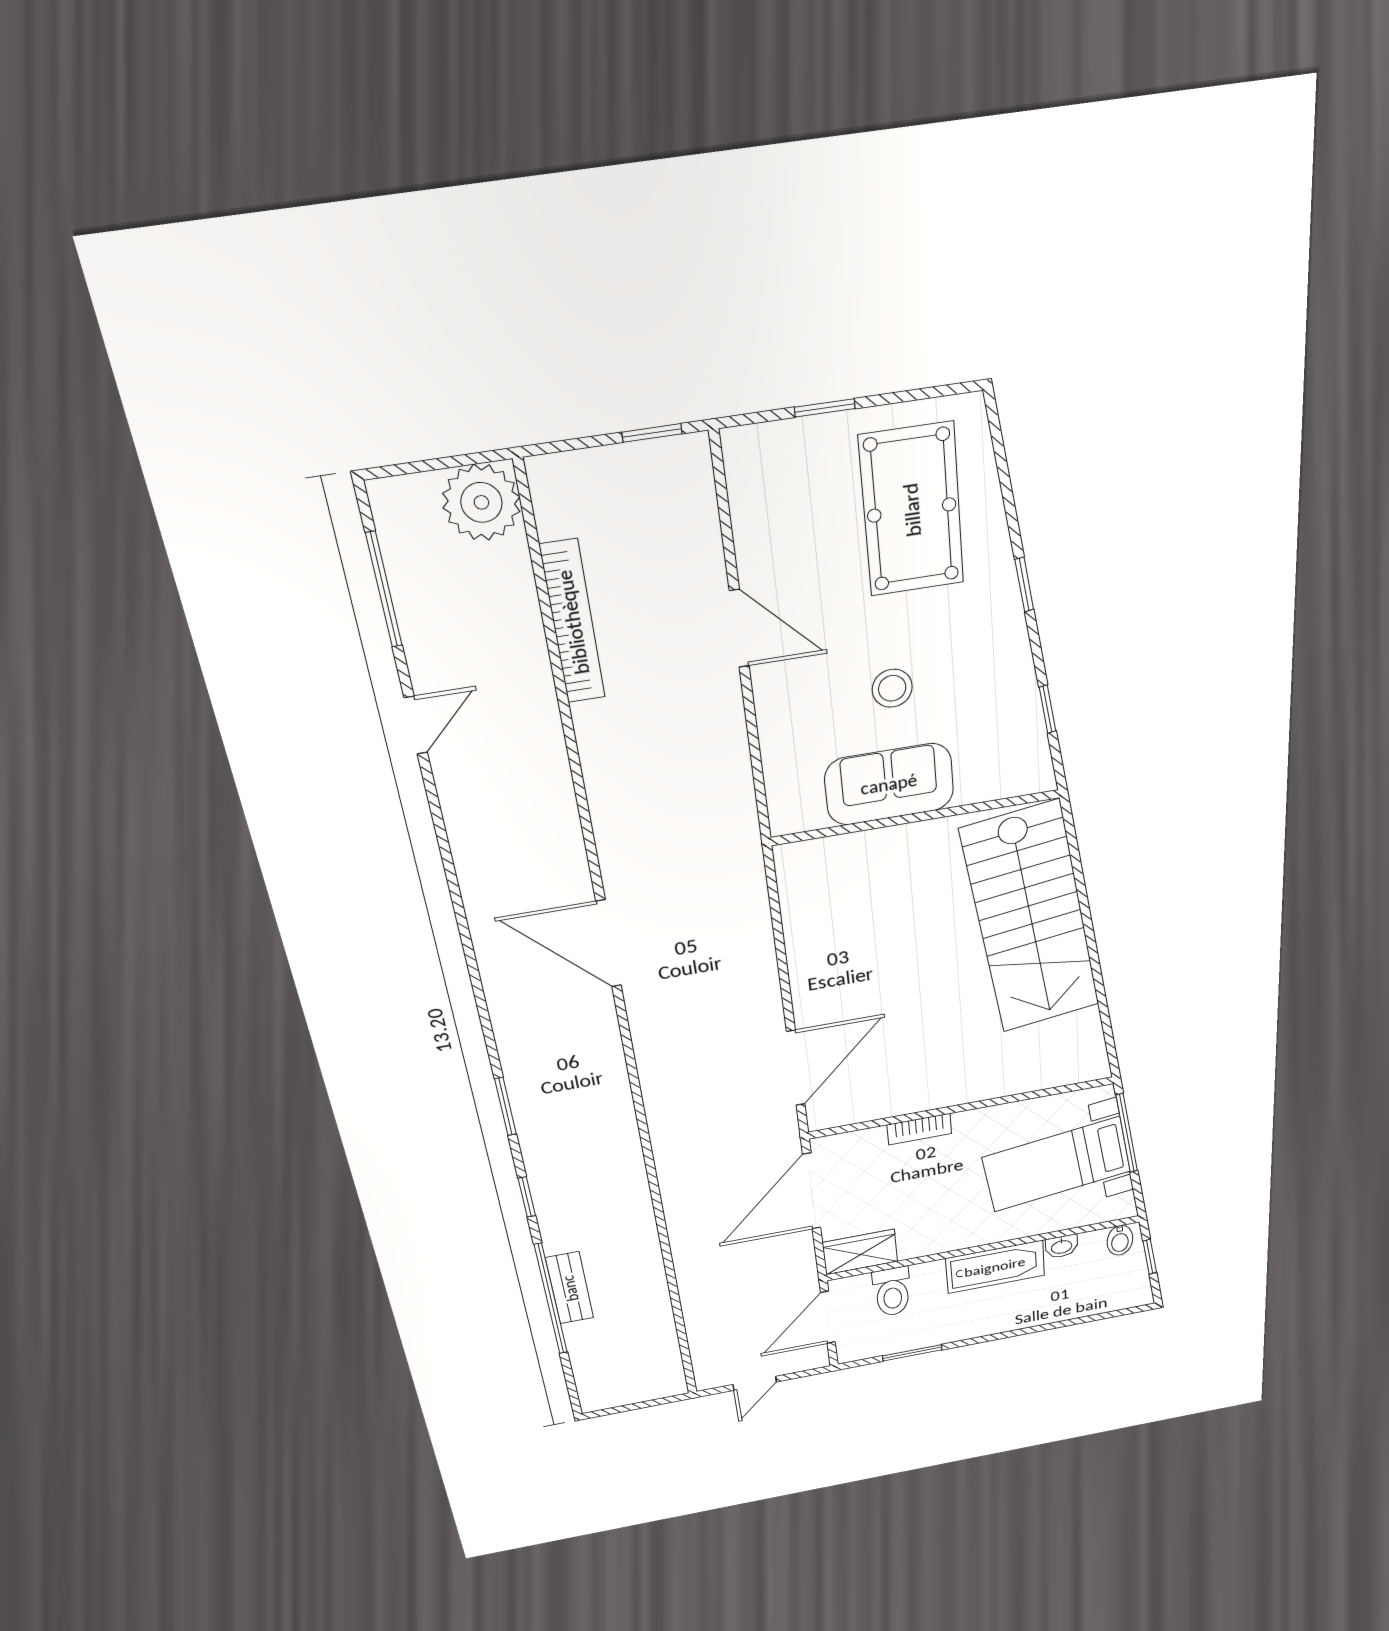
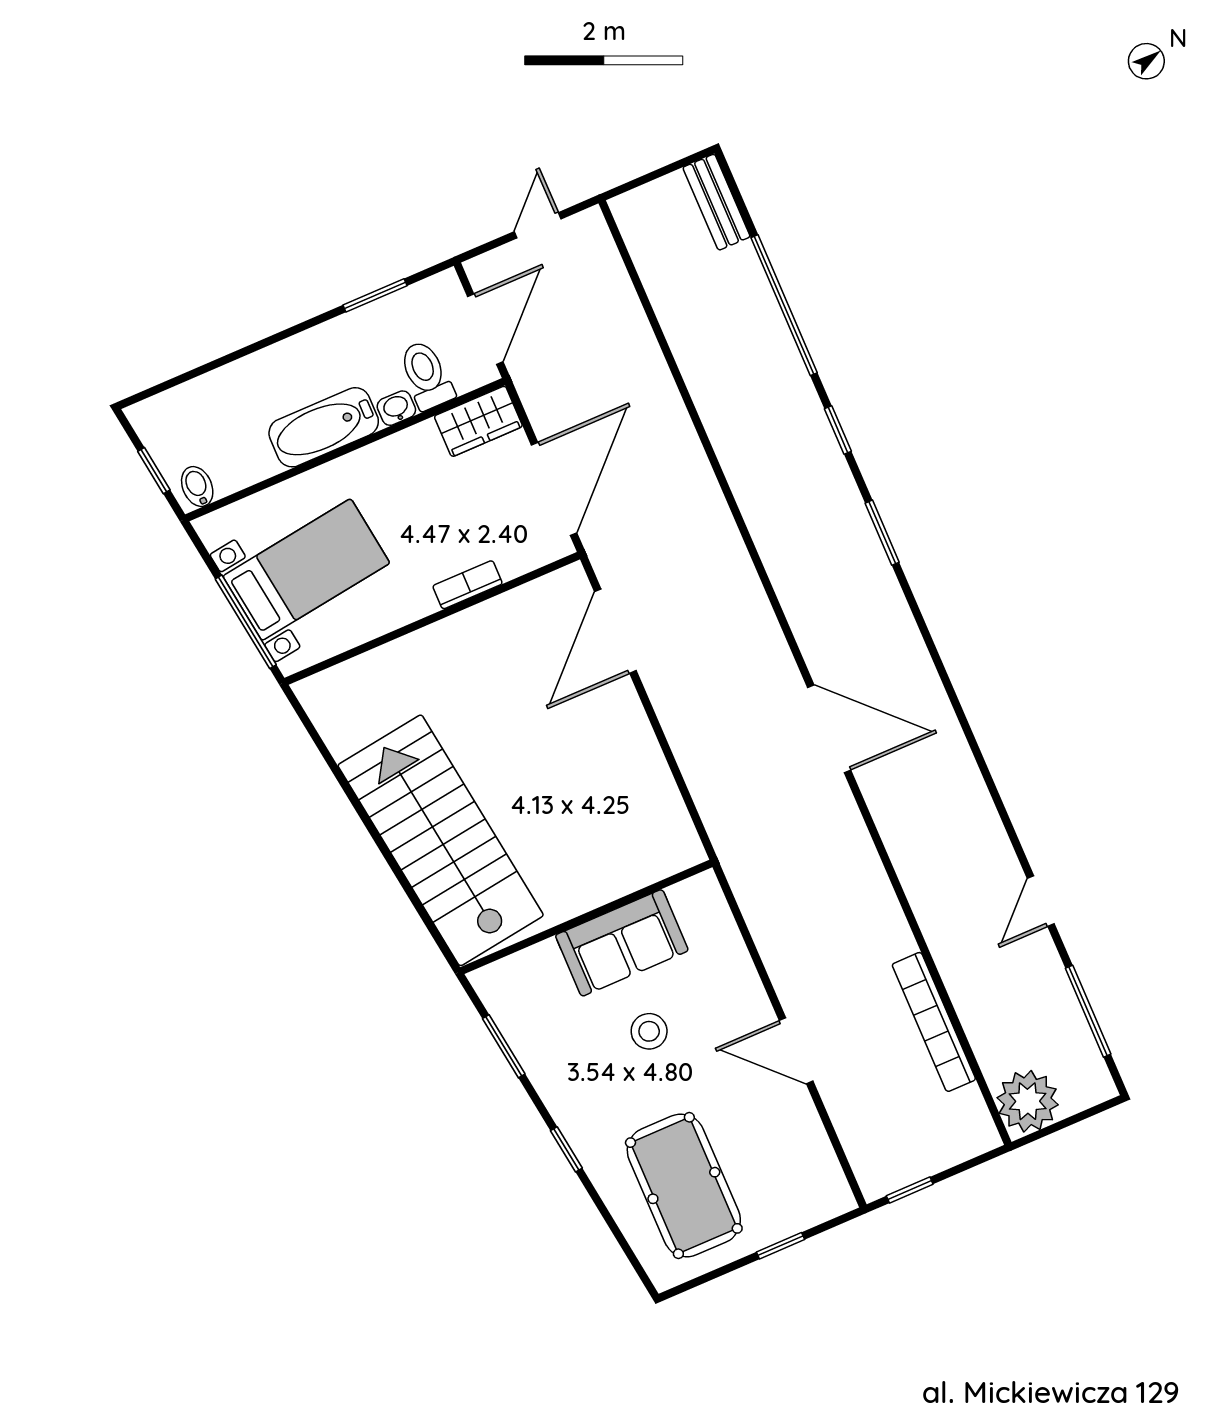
window: (1048, 709) -> (504, 1046), width x1.50
washbasin: (1062, 1246) -> (396, 408), moved
bench: (570, 1288) -> (716, 202), moved

